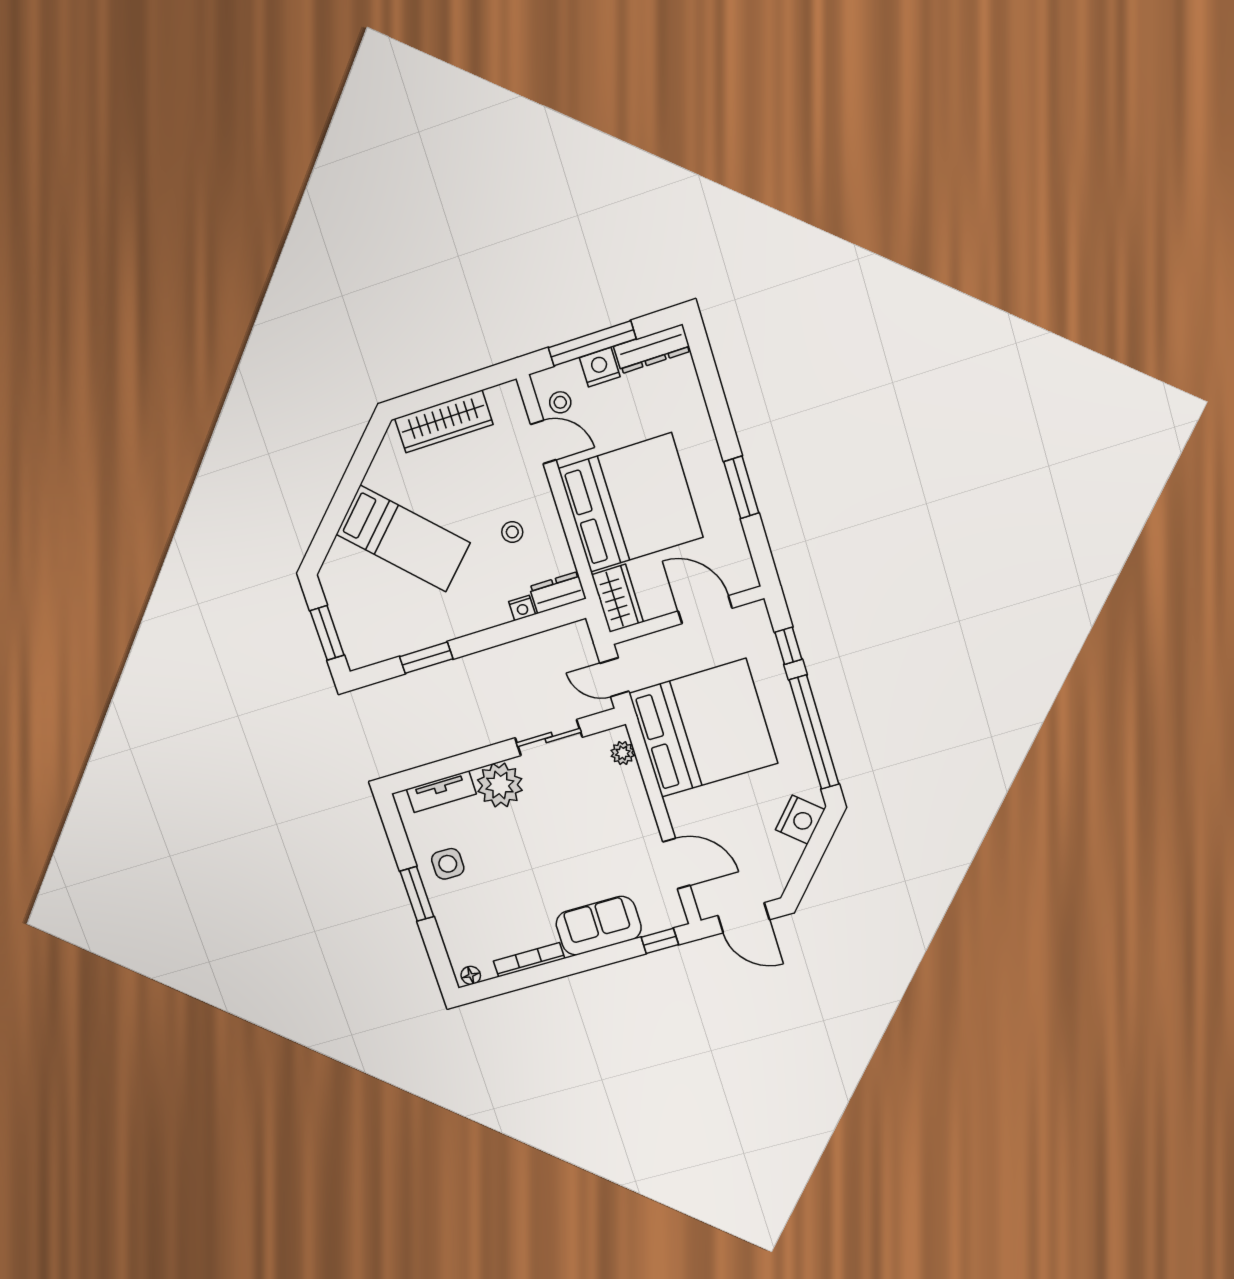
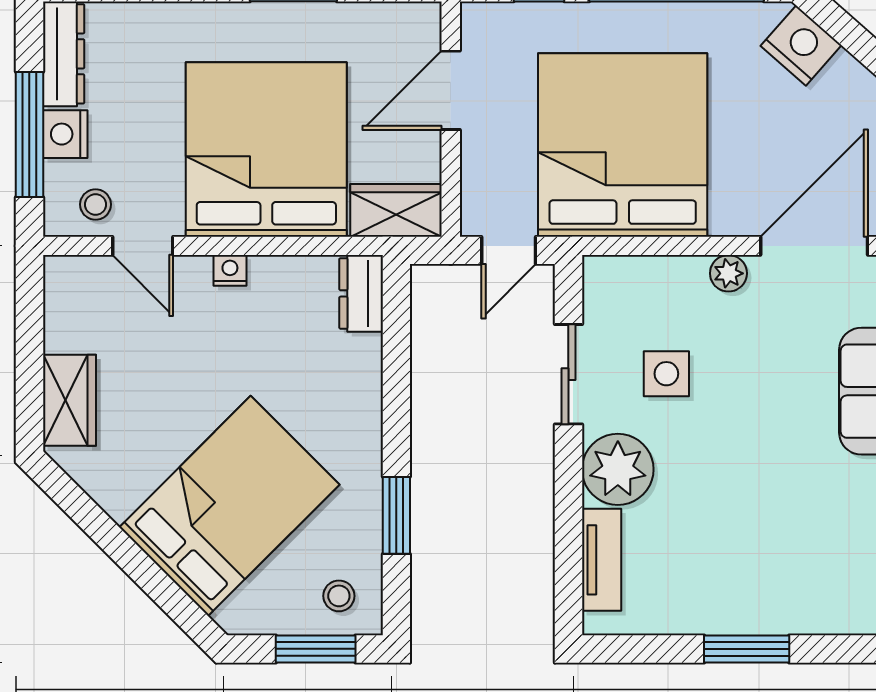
wardrobe: (444, 421) -> (70, 400), width x0.67
door: (543, 442) -> (143, 246), swing flipped
stool: (512, 532) -> (339, 596), moved
bed: (403, 538) -> (229, 506), width x1.50
nightstand: (522, 608) -> (230, 270), moved, turned -90
plant: (623, 753) -> (728, 273), moved
side table: (448, 864) -> (666, 374), moved
door: (676, 864) -> (814, 246), width x1.36

